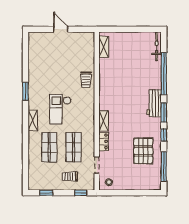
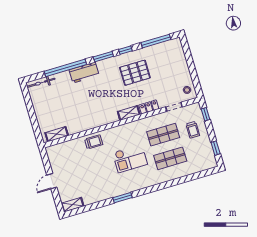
workbench: (154, 103) -> (84, 73), moved
shelving: (33, 120) -> (73, 205), moved
pallet: (143, 151) -> (135, 73), moved

